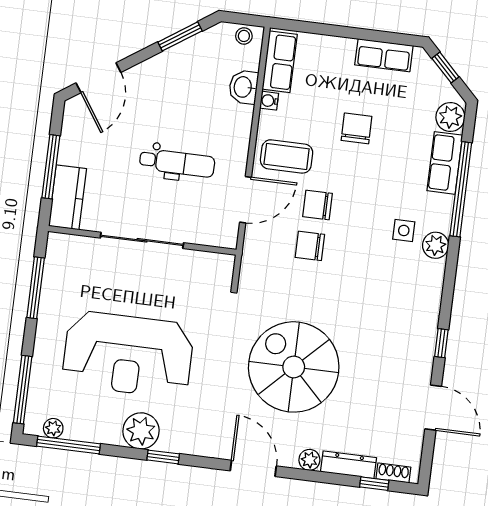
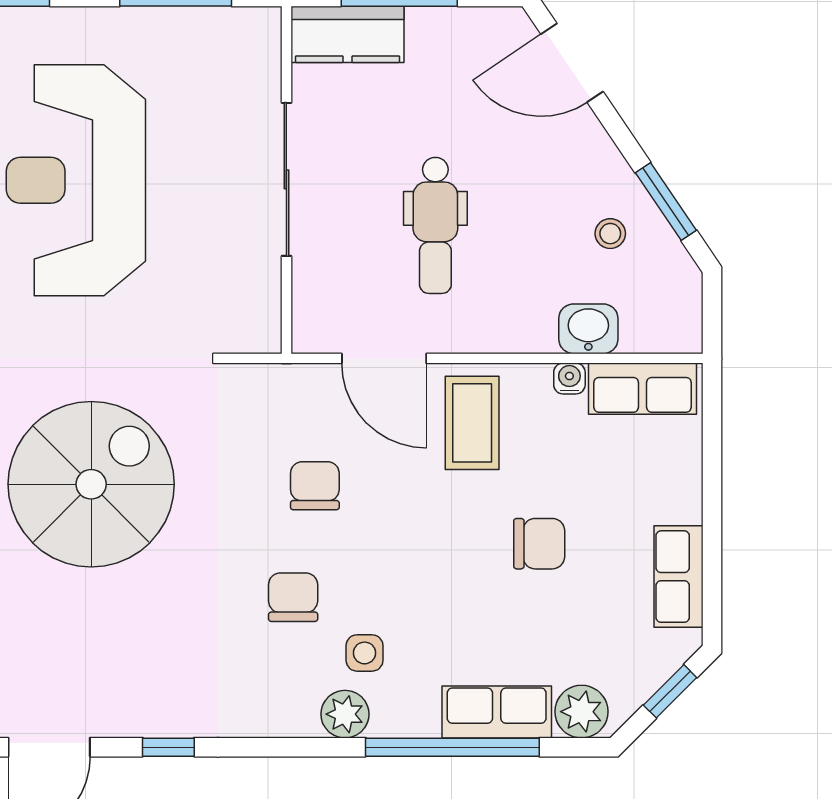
stool: (244, 36) -> (610, 234), moved
chair: (318, 205) -> (293, 597), moved

